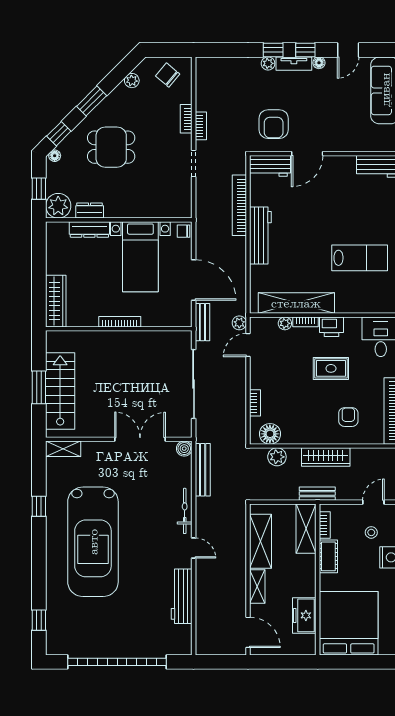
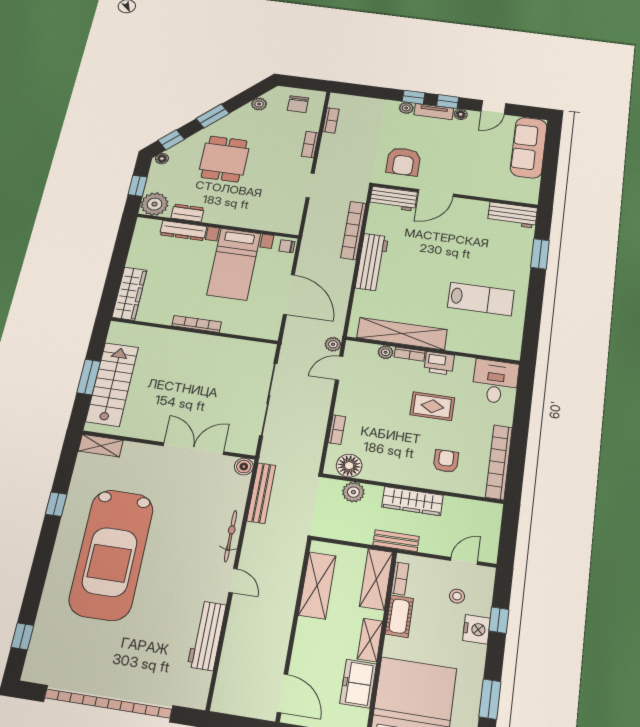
chair: (168, 75) -> (298, 104), turned -130
bookcase: (201, 126) -> (331, 120), moved
dining table: (111, 147) -> (224, 159), turned 90
bench: (202, 322) -> (291, 338), removed
shelving: (257, 587) -> (370, 640), moved

